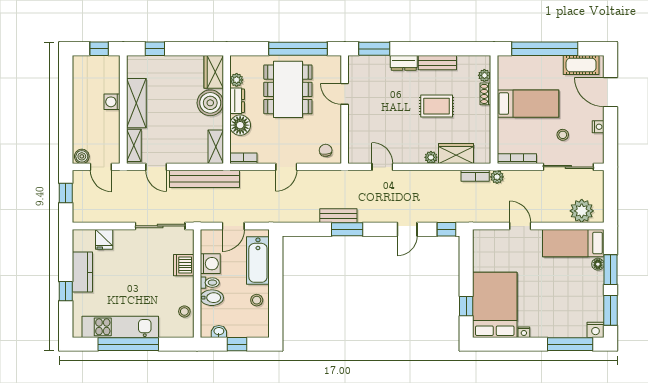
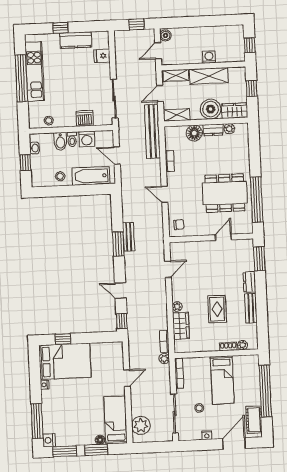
wardrobe: (214, 72) -> (235, 111), moved
plant: (237, 80) -> (229, 129), moved
dresser: (237, 101) -> (213, 130), moved
boiler: (210, 103) -> (211, 109), moved
wall: (227, 110) -> (206, 122), moved
floor lamp: (240, 125) -> (194, 133), moved
shelving: (216, 147) -> (177, 115), moved

